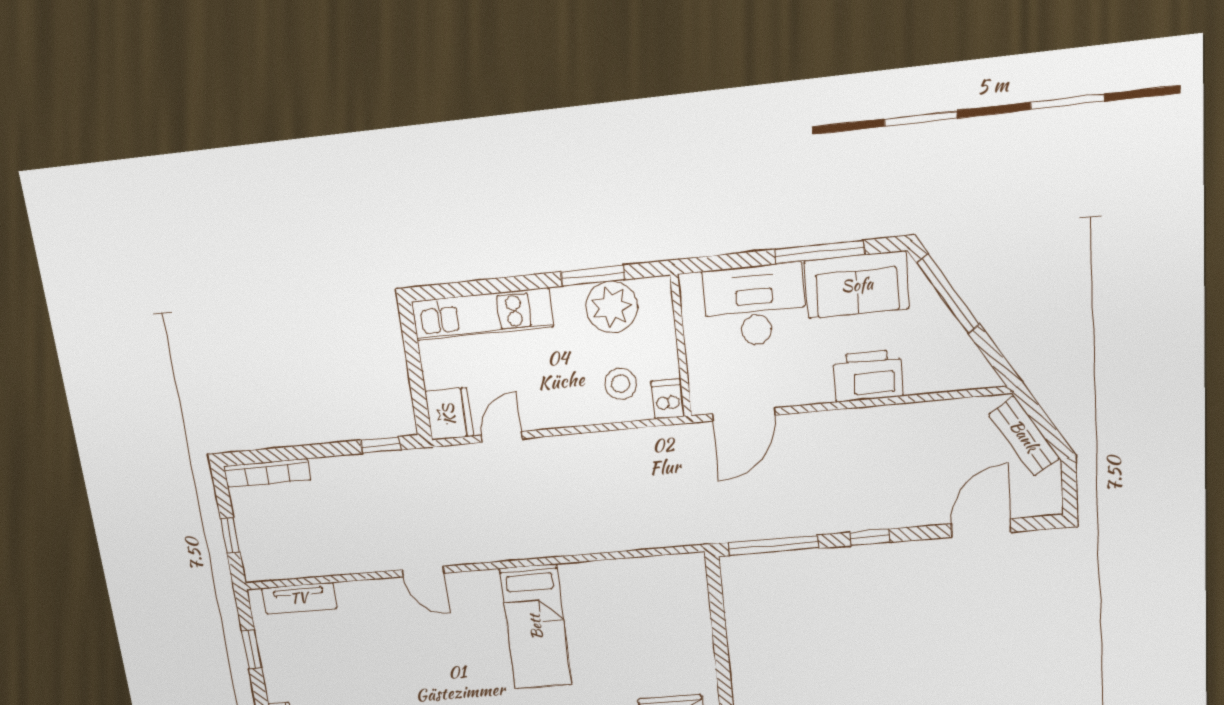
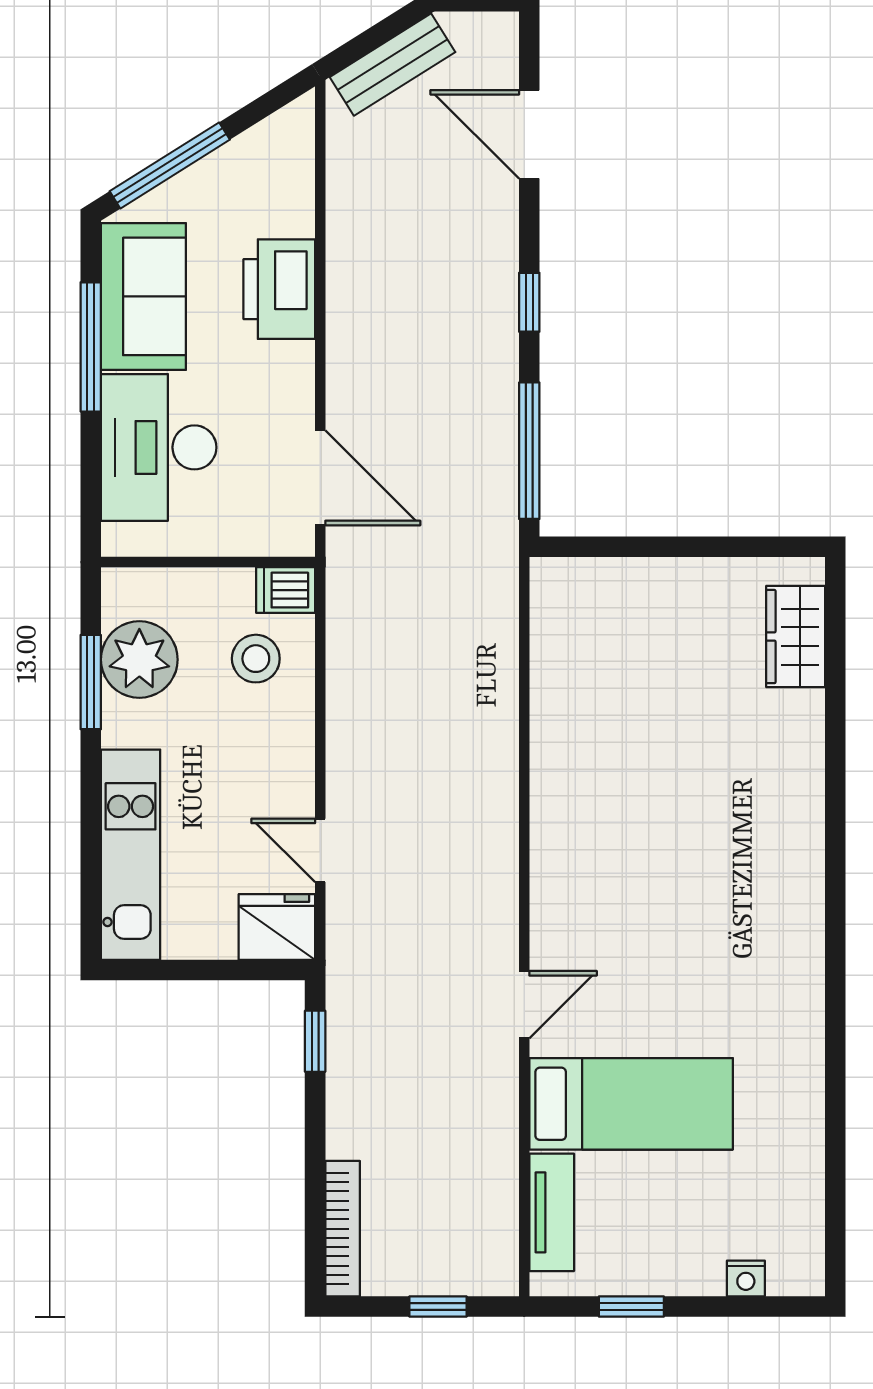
bed: (536, 627) -> (631, 1104), moved

